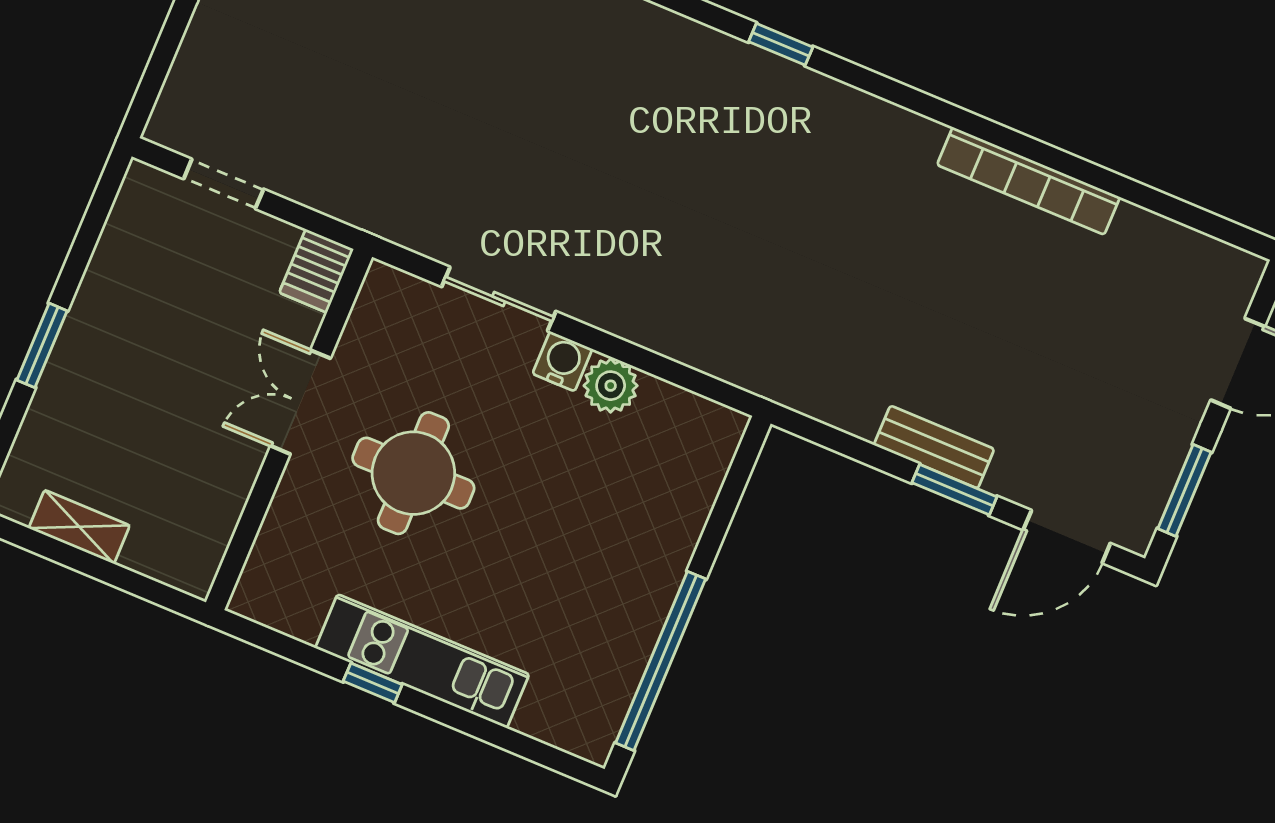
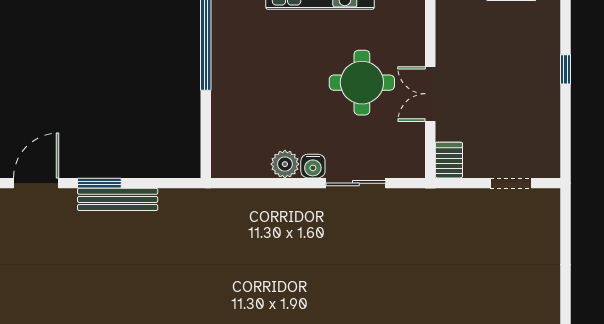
window: (42, 345) -> (565, 69), width x0.67
double door: (300, 402) -> (430, 94), swing flipped
bench: (934, 447) -> (118, 199), width x1.36

